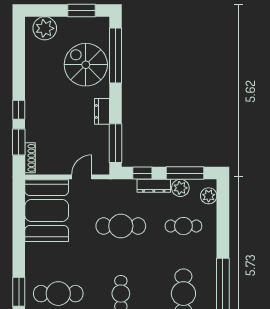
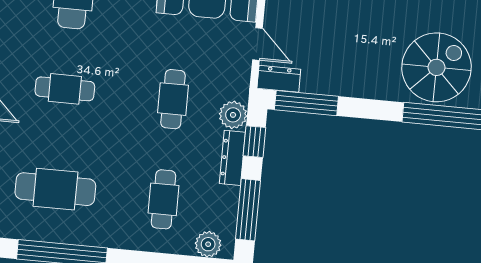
dresser: (102, 111) -> (279, 79), moved
plant: (180, 188) -> (233, 115), moved
cafe table: (121, 226) -> (173, 99), width x0.73, depth x0.74

